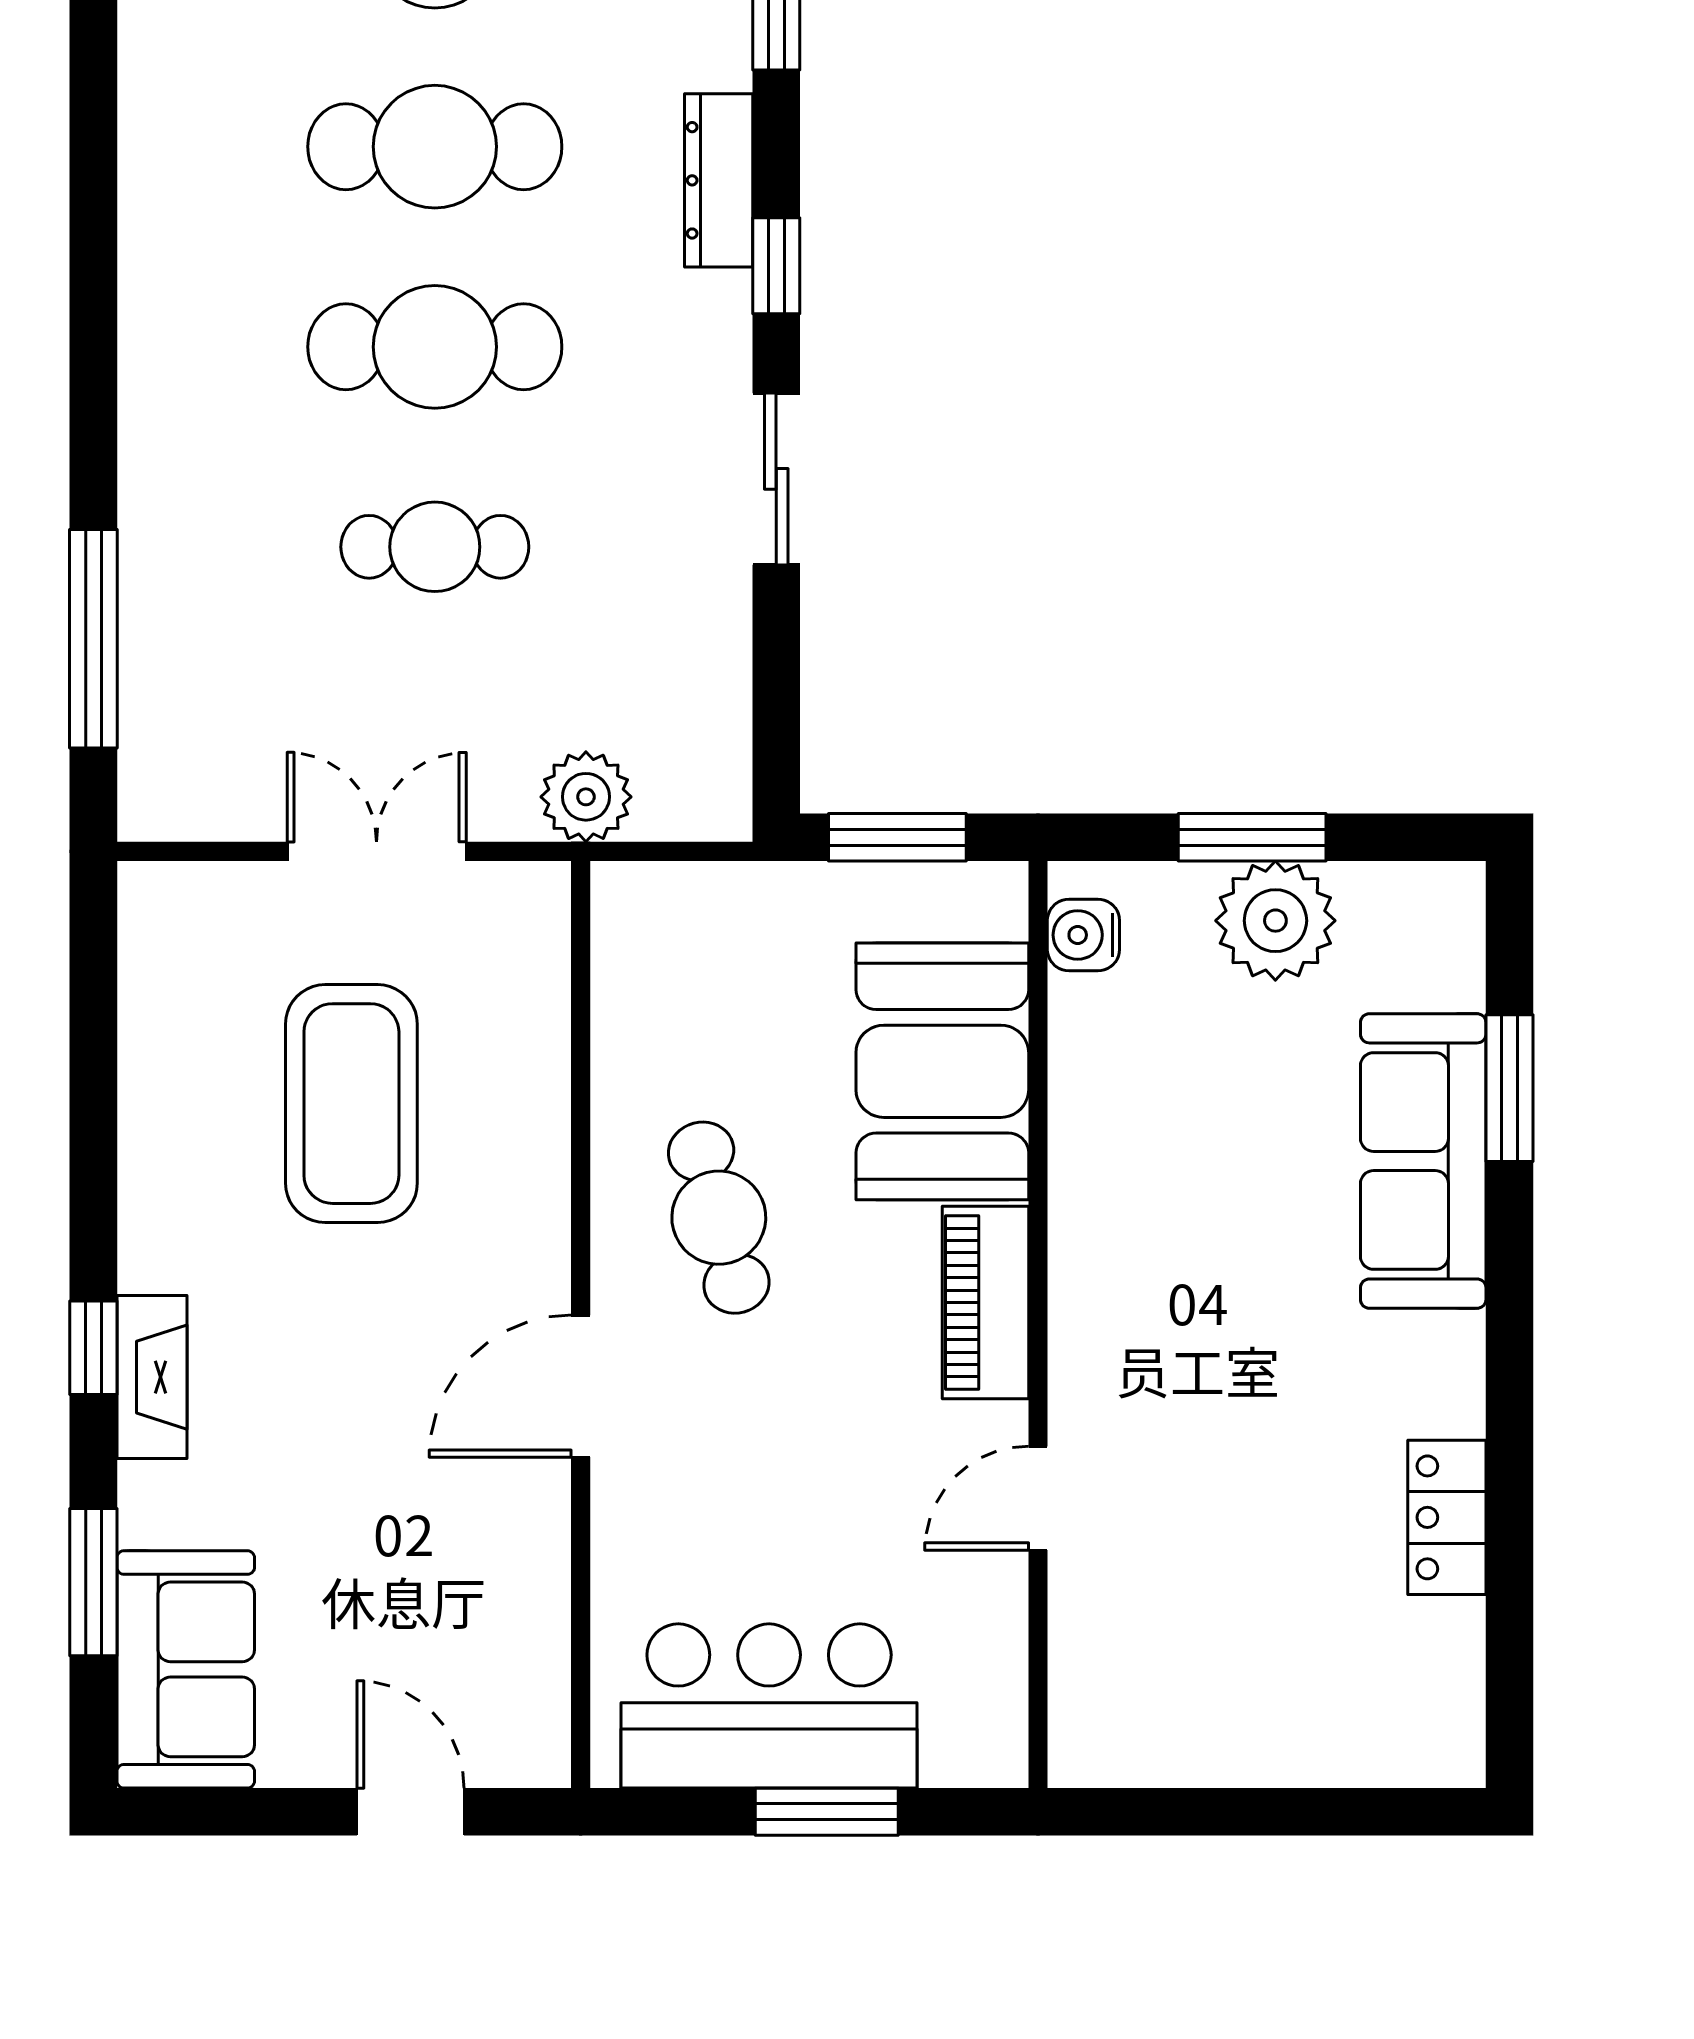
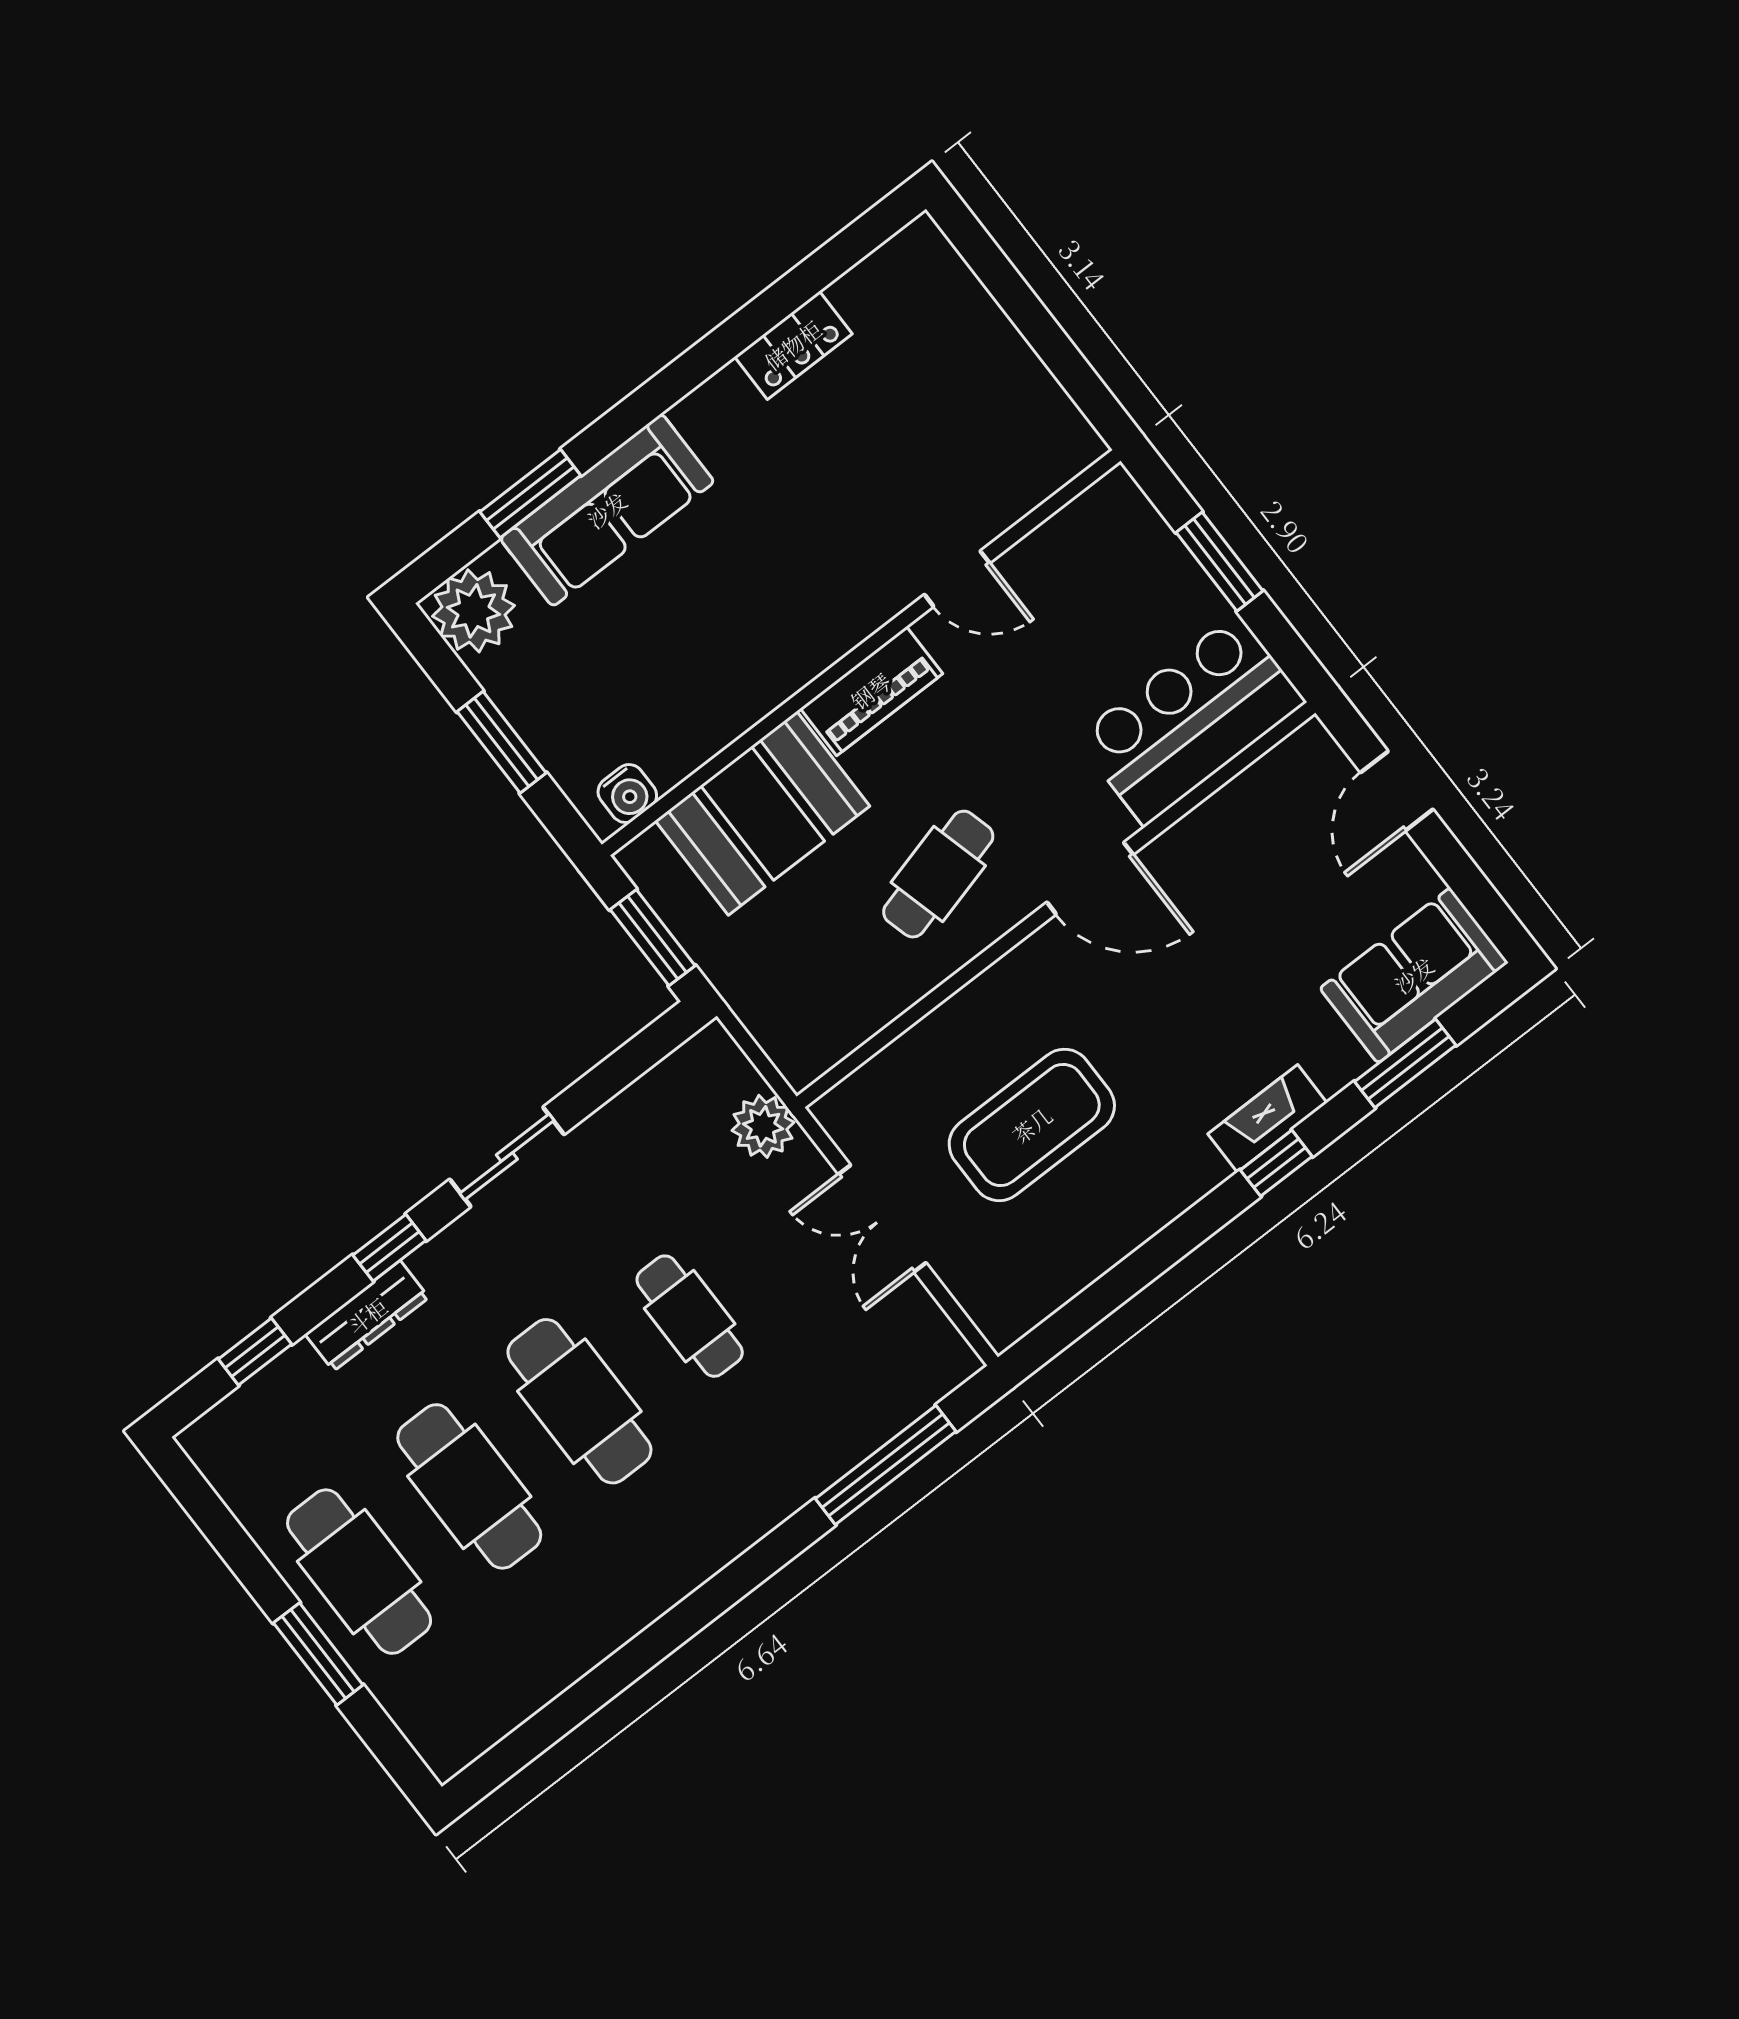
plant: (1275, 921) -> (473, 611), moved
bar counter: (769, 1706) -> (1191, 720), moved, turned 90

